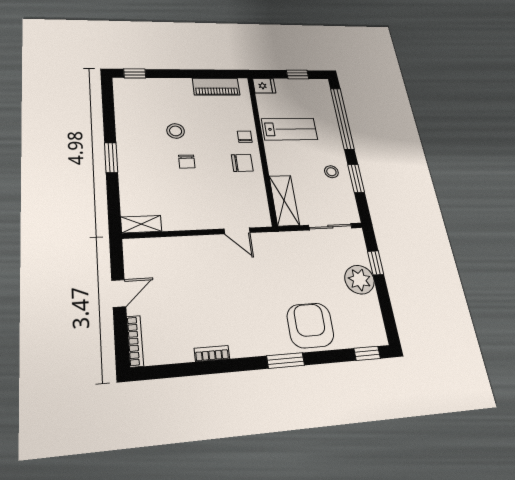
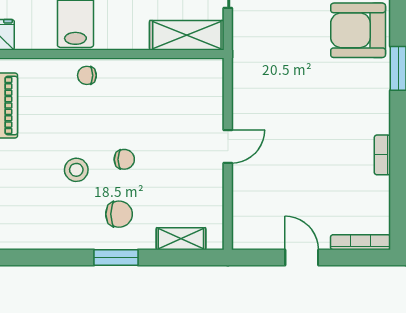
chair: (242, 163) -> (119, 214), moved, turned 90
shelving: (141, 224) -> (181, 239), moved, turned 90
door: (237, 231) -> (228, 146), moved

